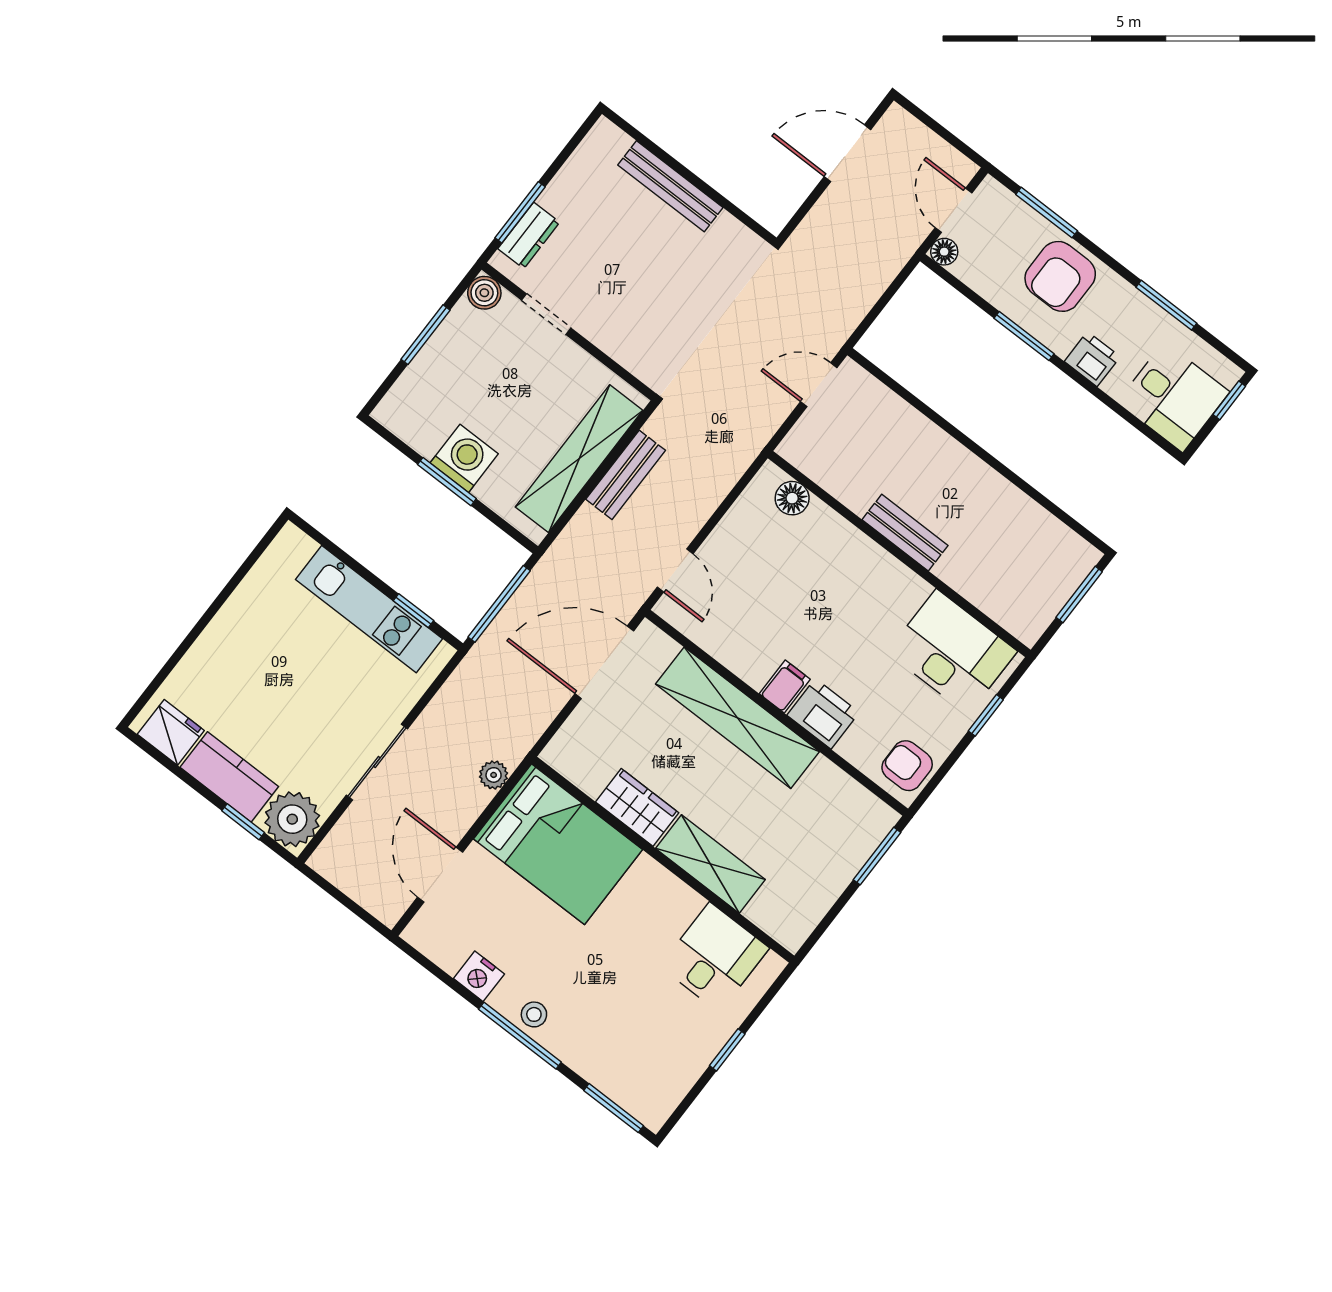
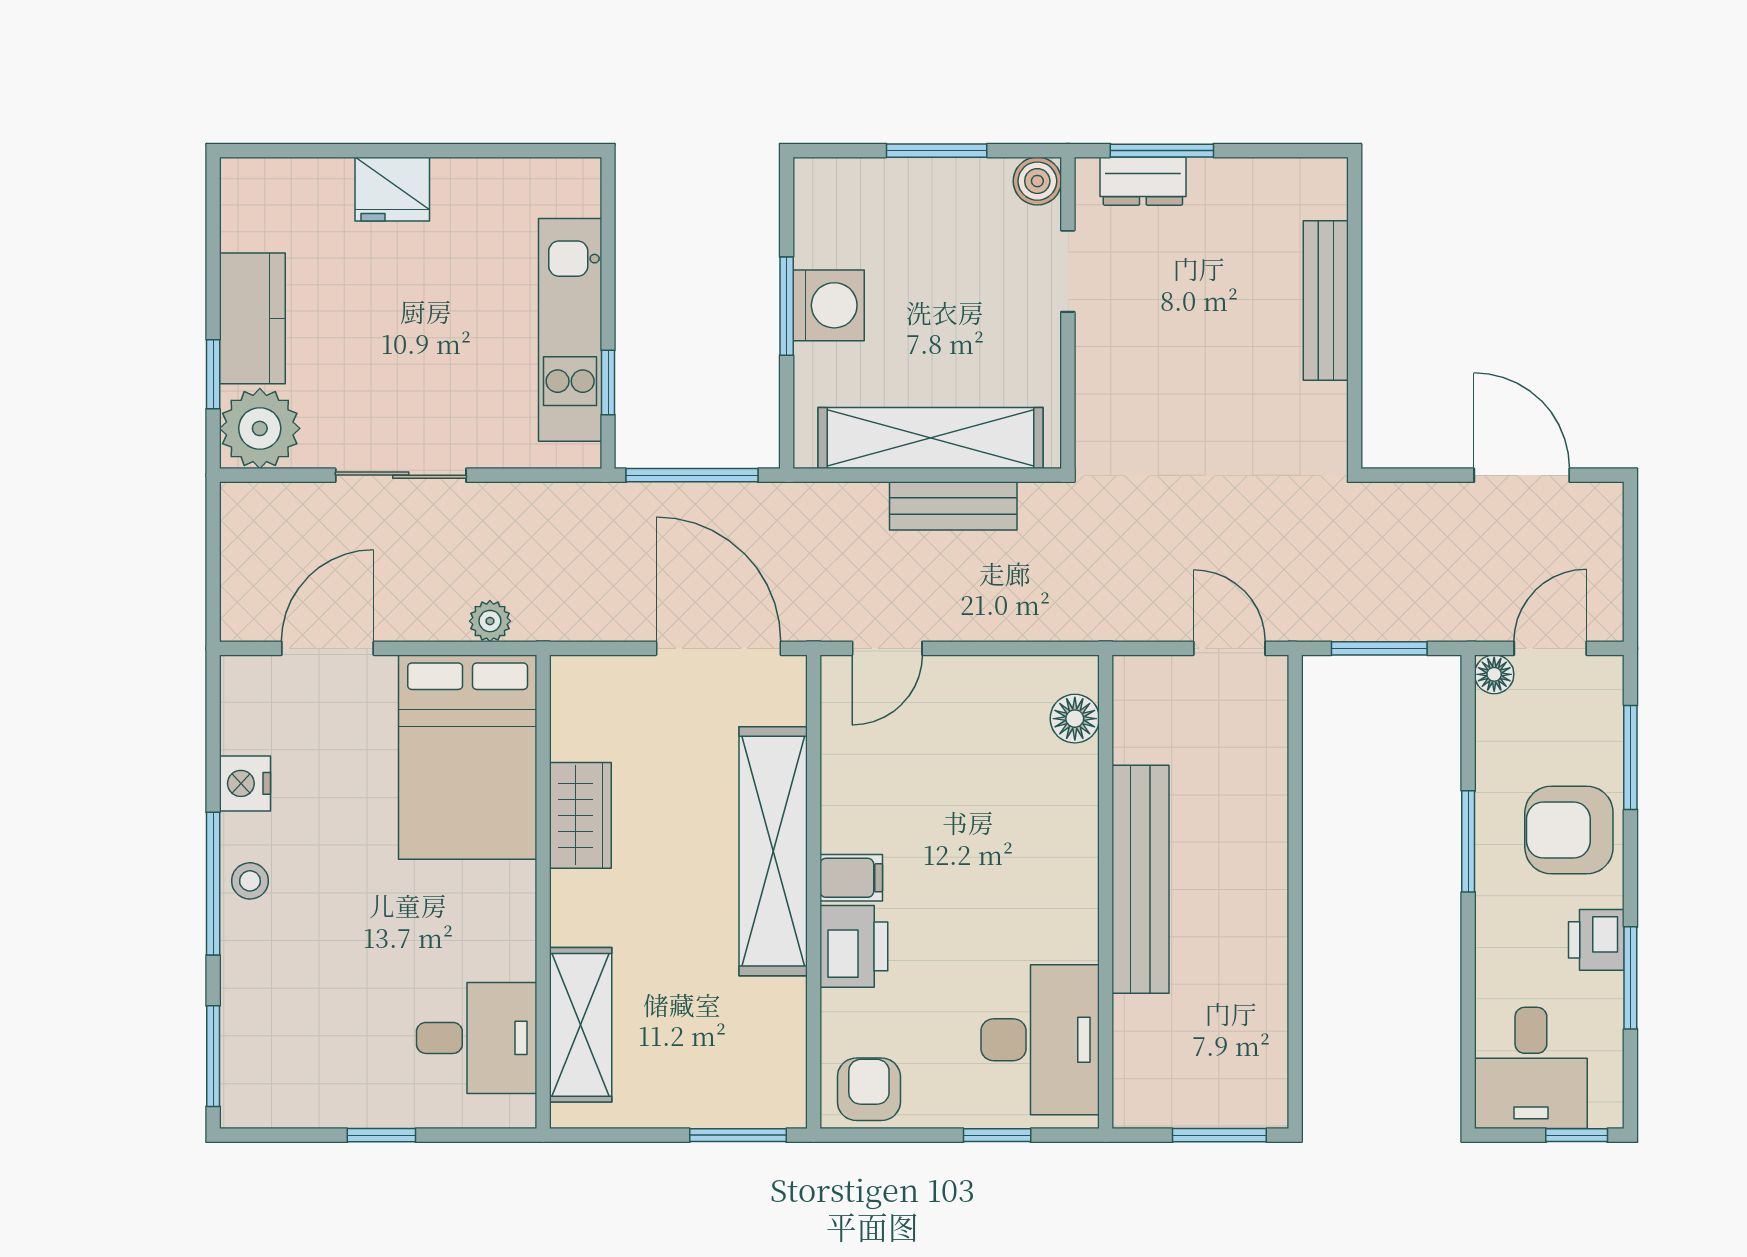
window: (882, 303) -> (1379, 648), added
printer: (1092, 359) -> (1596, 940), moved, turned 180
bench: (905, 533) -> (1141, 879), width x1.86, depth x1.21
fridge: (171, 732) -> (392, 189), moved, turned 90
shelving: (710, 864) -> (581, 1025), moved

